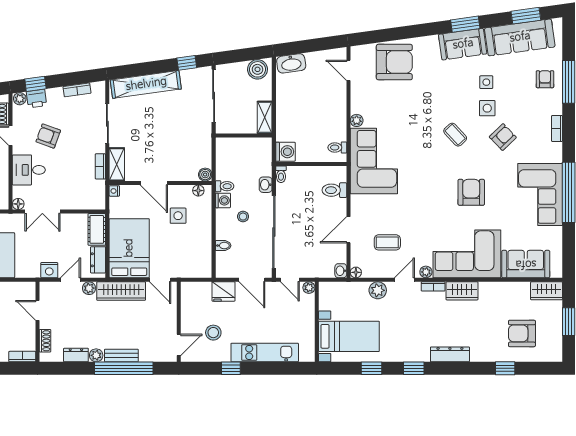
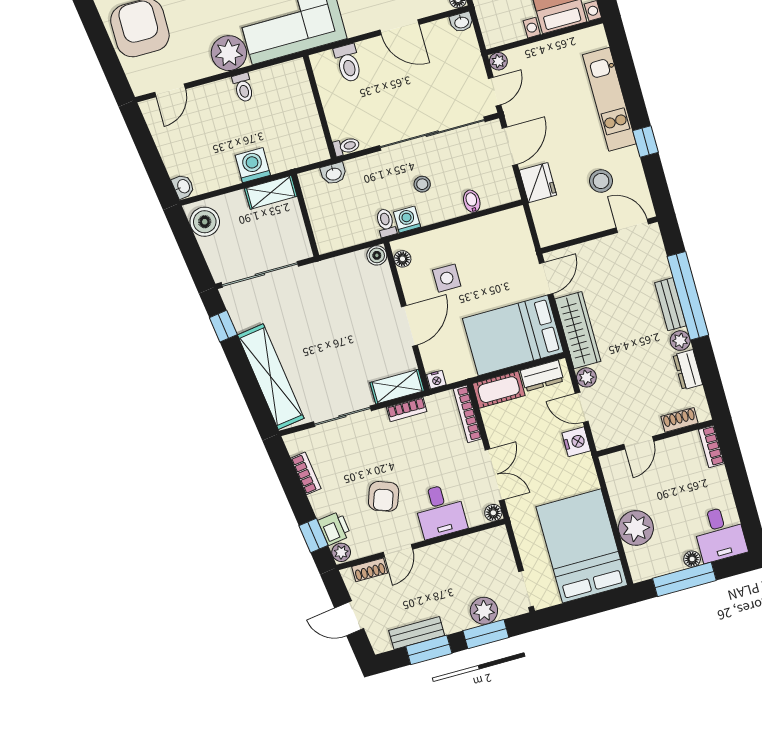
washbasin: (291, 63) -> (183, 186), width x0.52, depth x0.69
plant: (357, 120) -> (229, 53), width x1.87, depth x1.87
toilet: (337, 147) -> (243, 88), moved
washing machine: (285, 152) -> (253, 165), moved
washbasin: (266, 185) -> (334, 174), moved
bookcase: (87, 205) -> (467, 414), added

